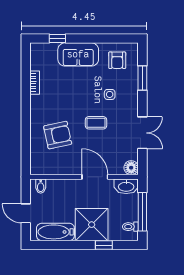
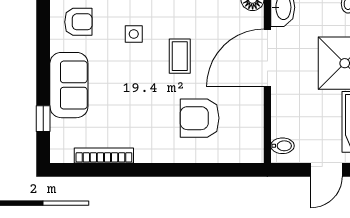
bookcase: (35, 83) -> (104, 156), width x1.56
armchair: (58, 135) -> (200, 118), turned -78
door: (95, 177) -> (267, 58), width x1.36

